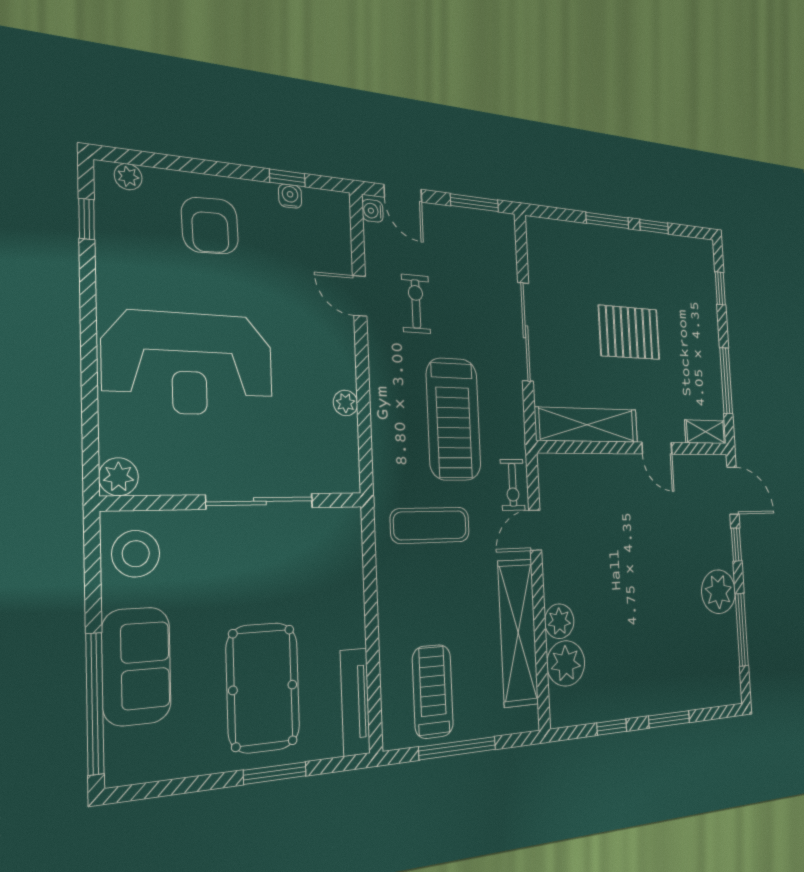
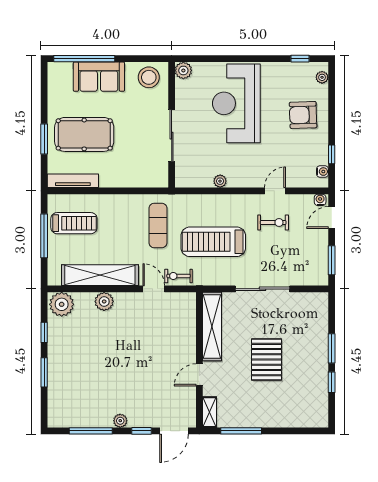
water cooler: (290, 196) -> (322, 172), moved
window: (720, 288) -> (298, 431), removed
plant: (719, 592) -> (120, 421), width x0.53, depth x0.53
plant: (566, 663) -> (62, 304), moved

